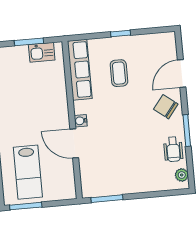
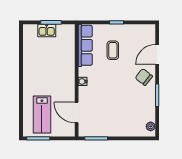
kitchen sink: (42, 52) -> (47, 31), moved
door: (74, 143) -> (77, 113), moved
wheelchair: (173, 149) -> (146, 108), removed

